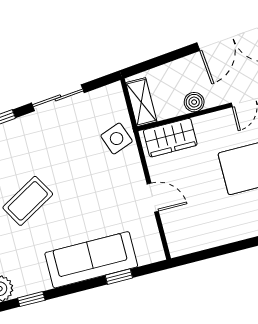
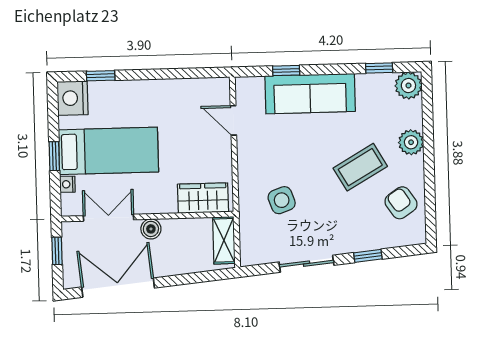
boiler: (194, 102) -> (151, 229), moved
side table: (117, 139) -> (282, 200), moved
door: (153, 198) -> (233, 120), moved

